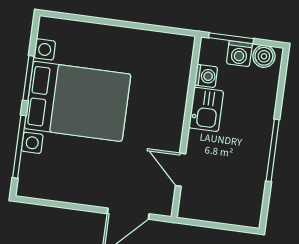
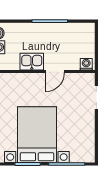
washing machine: (206, 76) -> (86, 64), moved
door: (180, 170) -> (55, 72), moved

